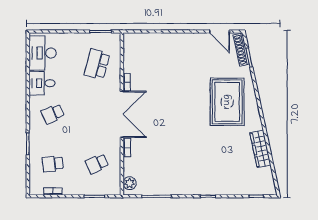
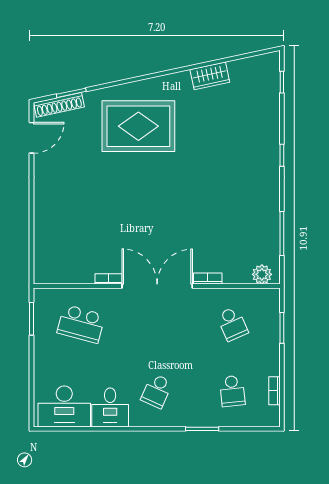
school desk: (53, 114) -> (157, 391), turned 48
wardrobe: (260, 149) -> (210, 76), width x0.67

